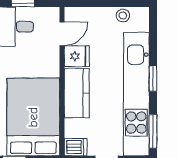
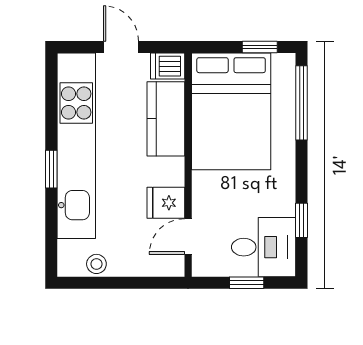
kitchen counter: (77, 93) -> (166, 119), moved
window: (153, 131) -> (51, 90), removed

